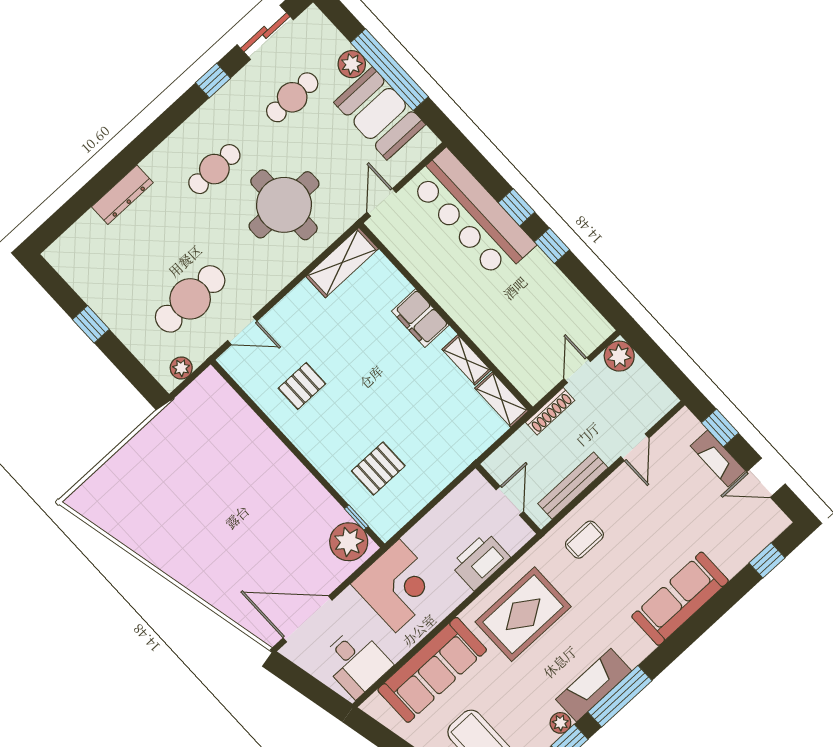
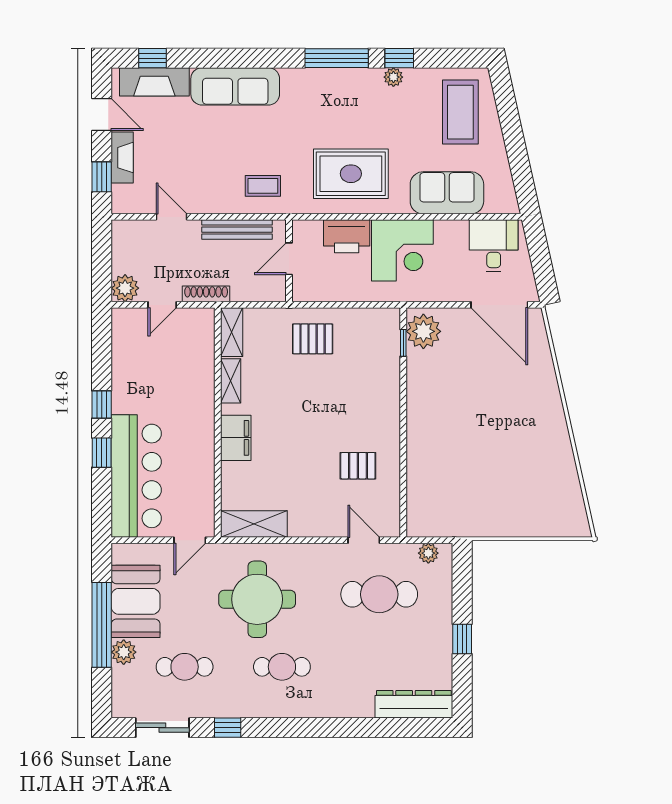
dresser: (122, 195) -> (414, 704), moved, width x1.37, depth x1.24
door: (635, 447) -> (171, 217), hinge flipped
pallet: (378, 468) -> (313, 339), moved
corner desk: (397, 586) -> (402, 250), moved, turned 180
sofa: (432, 670) -> (447, 193), width x0.73
fireplace: (594, 685) -> (154, 82), moved

